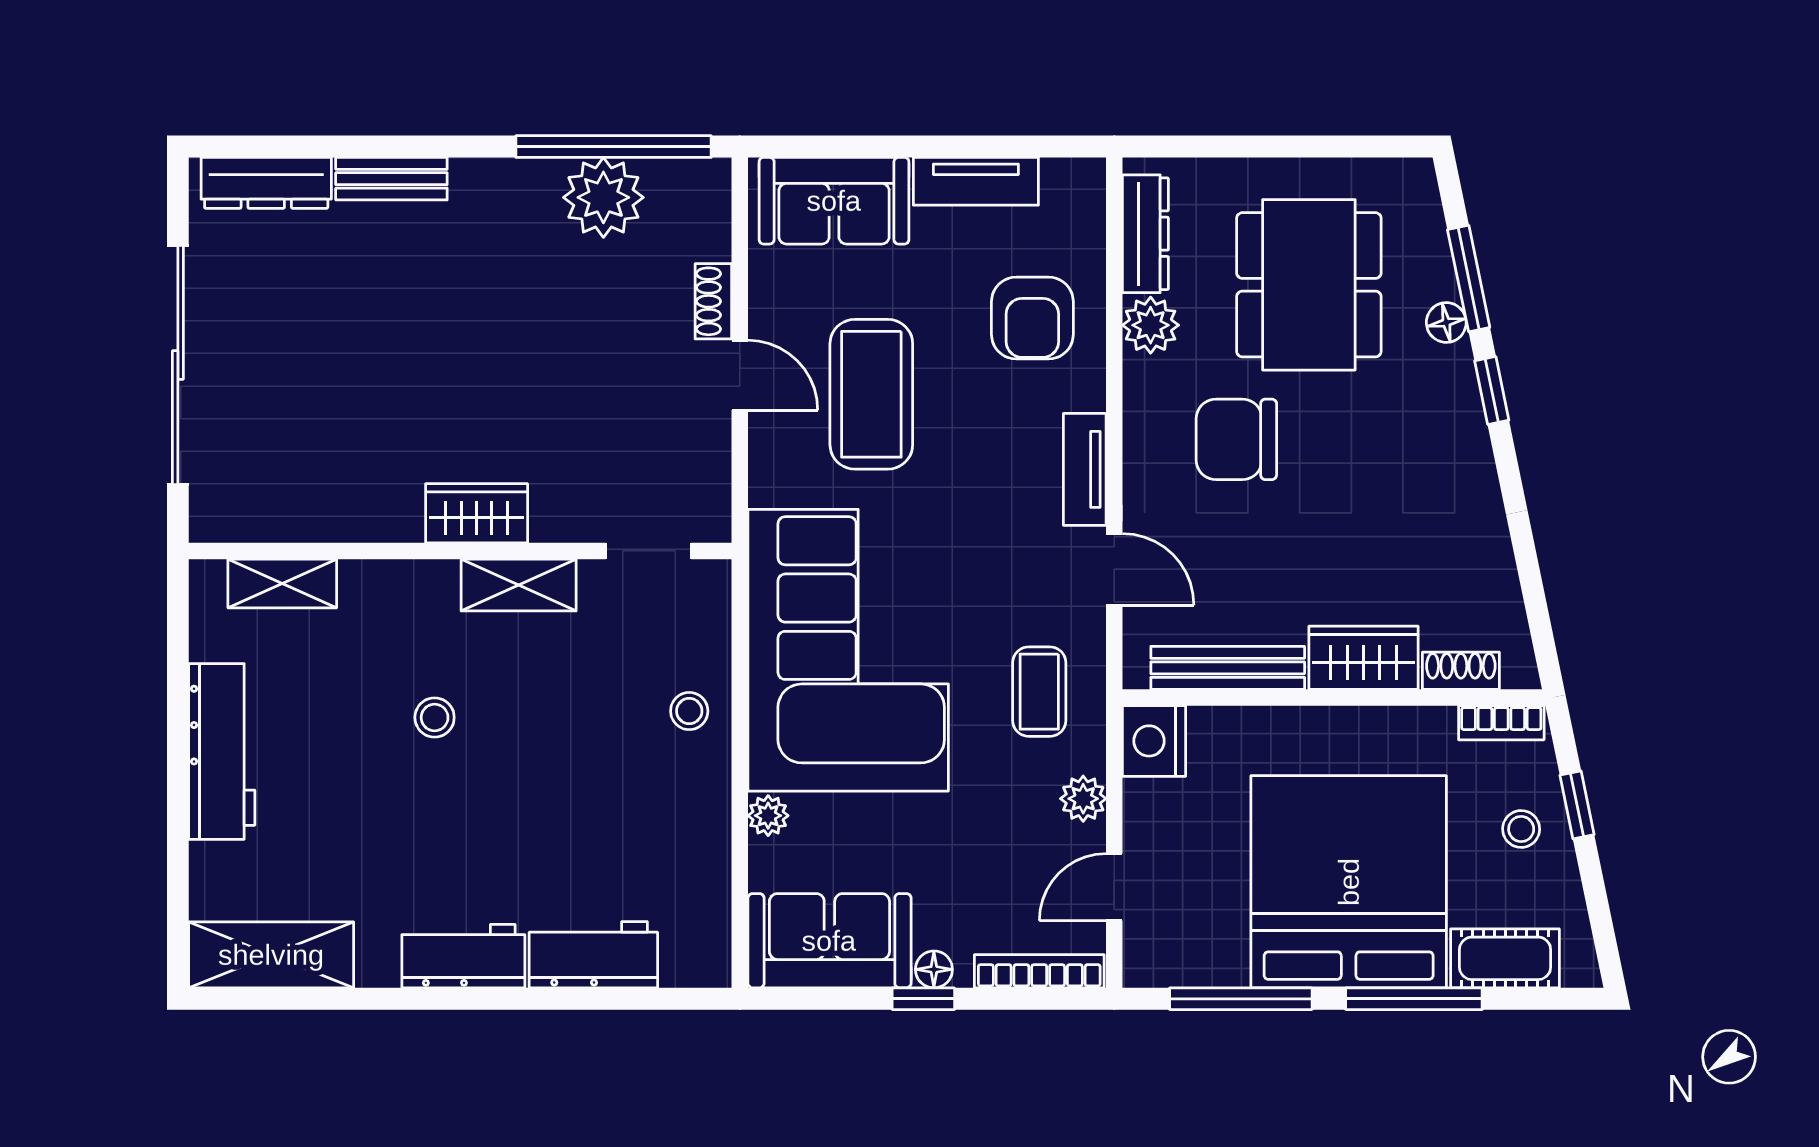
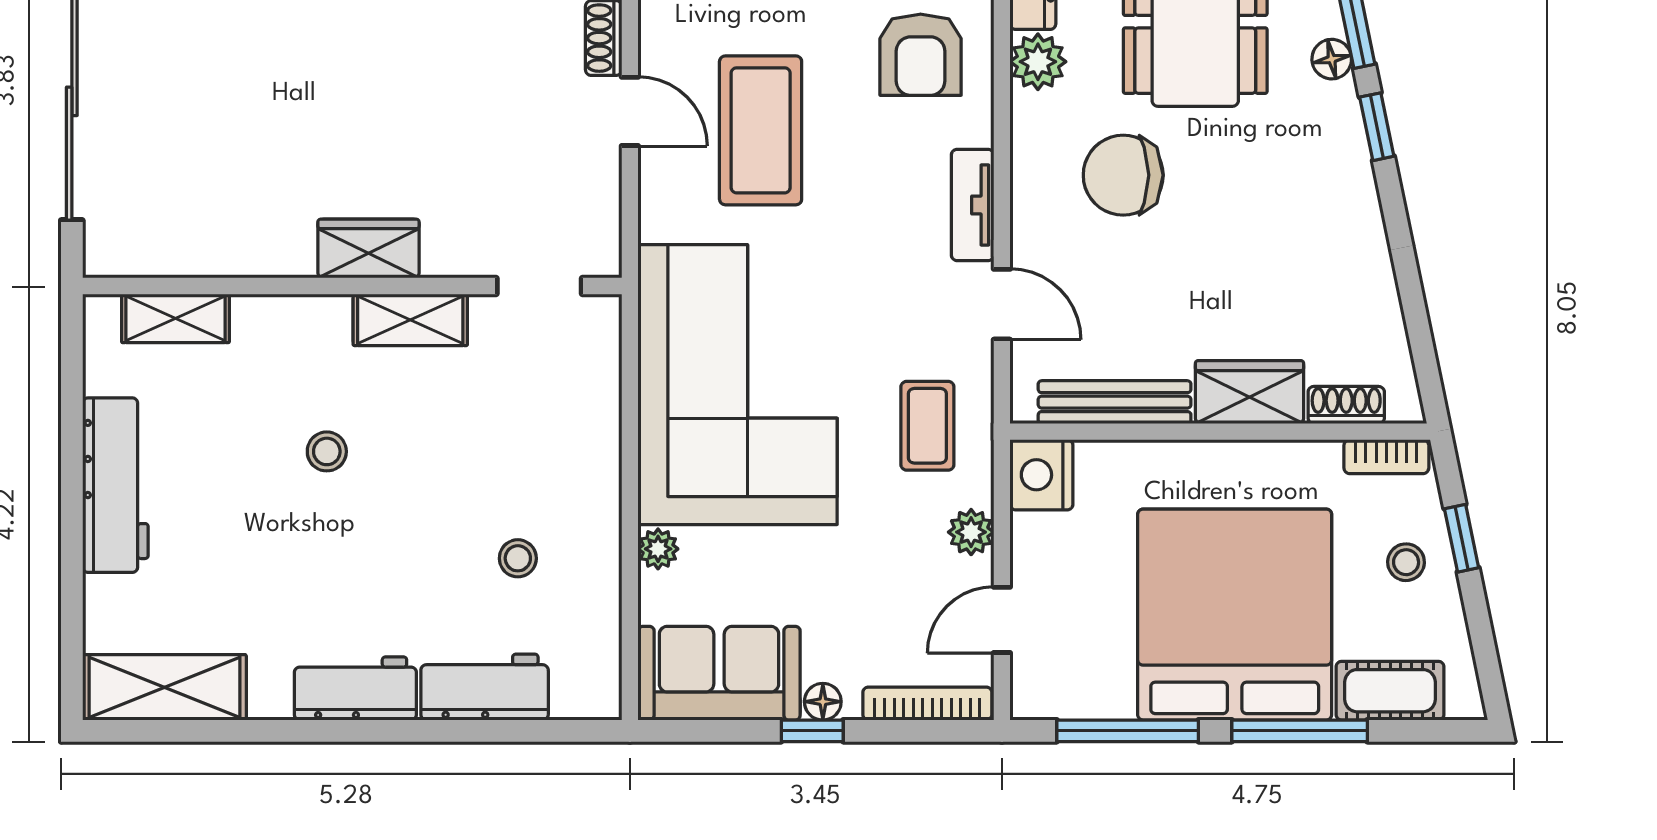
stool: (689, 711) -> (518, 558), moved

